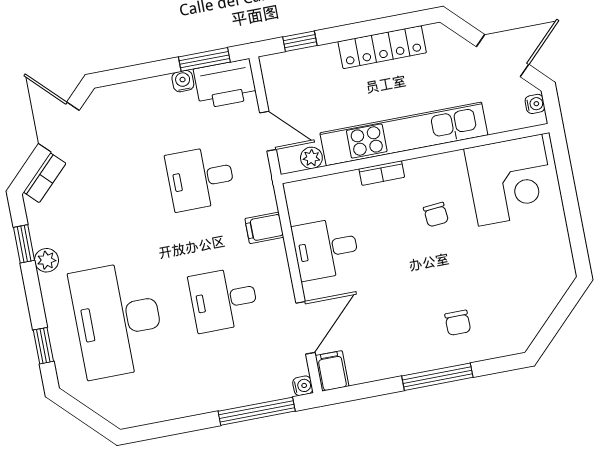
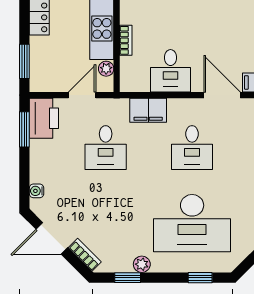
window: (300, 41) -> (24, 61), width x1.50
water cooler: (183, 81) -> (37, 191), moved
bookcase: (382, 173) -> (126, 40), moved
filing cabinet: (264, 228) -> (148, 110), width x2.00

